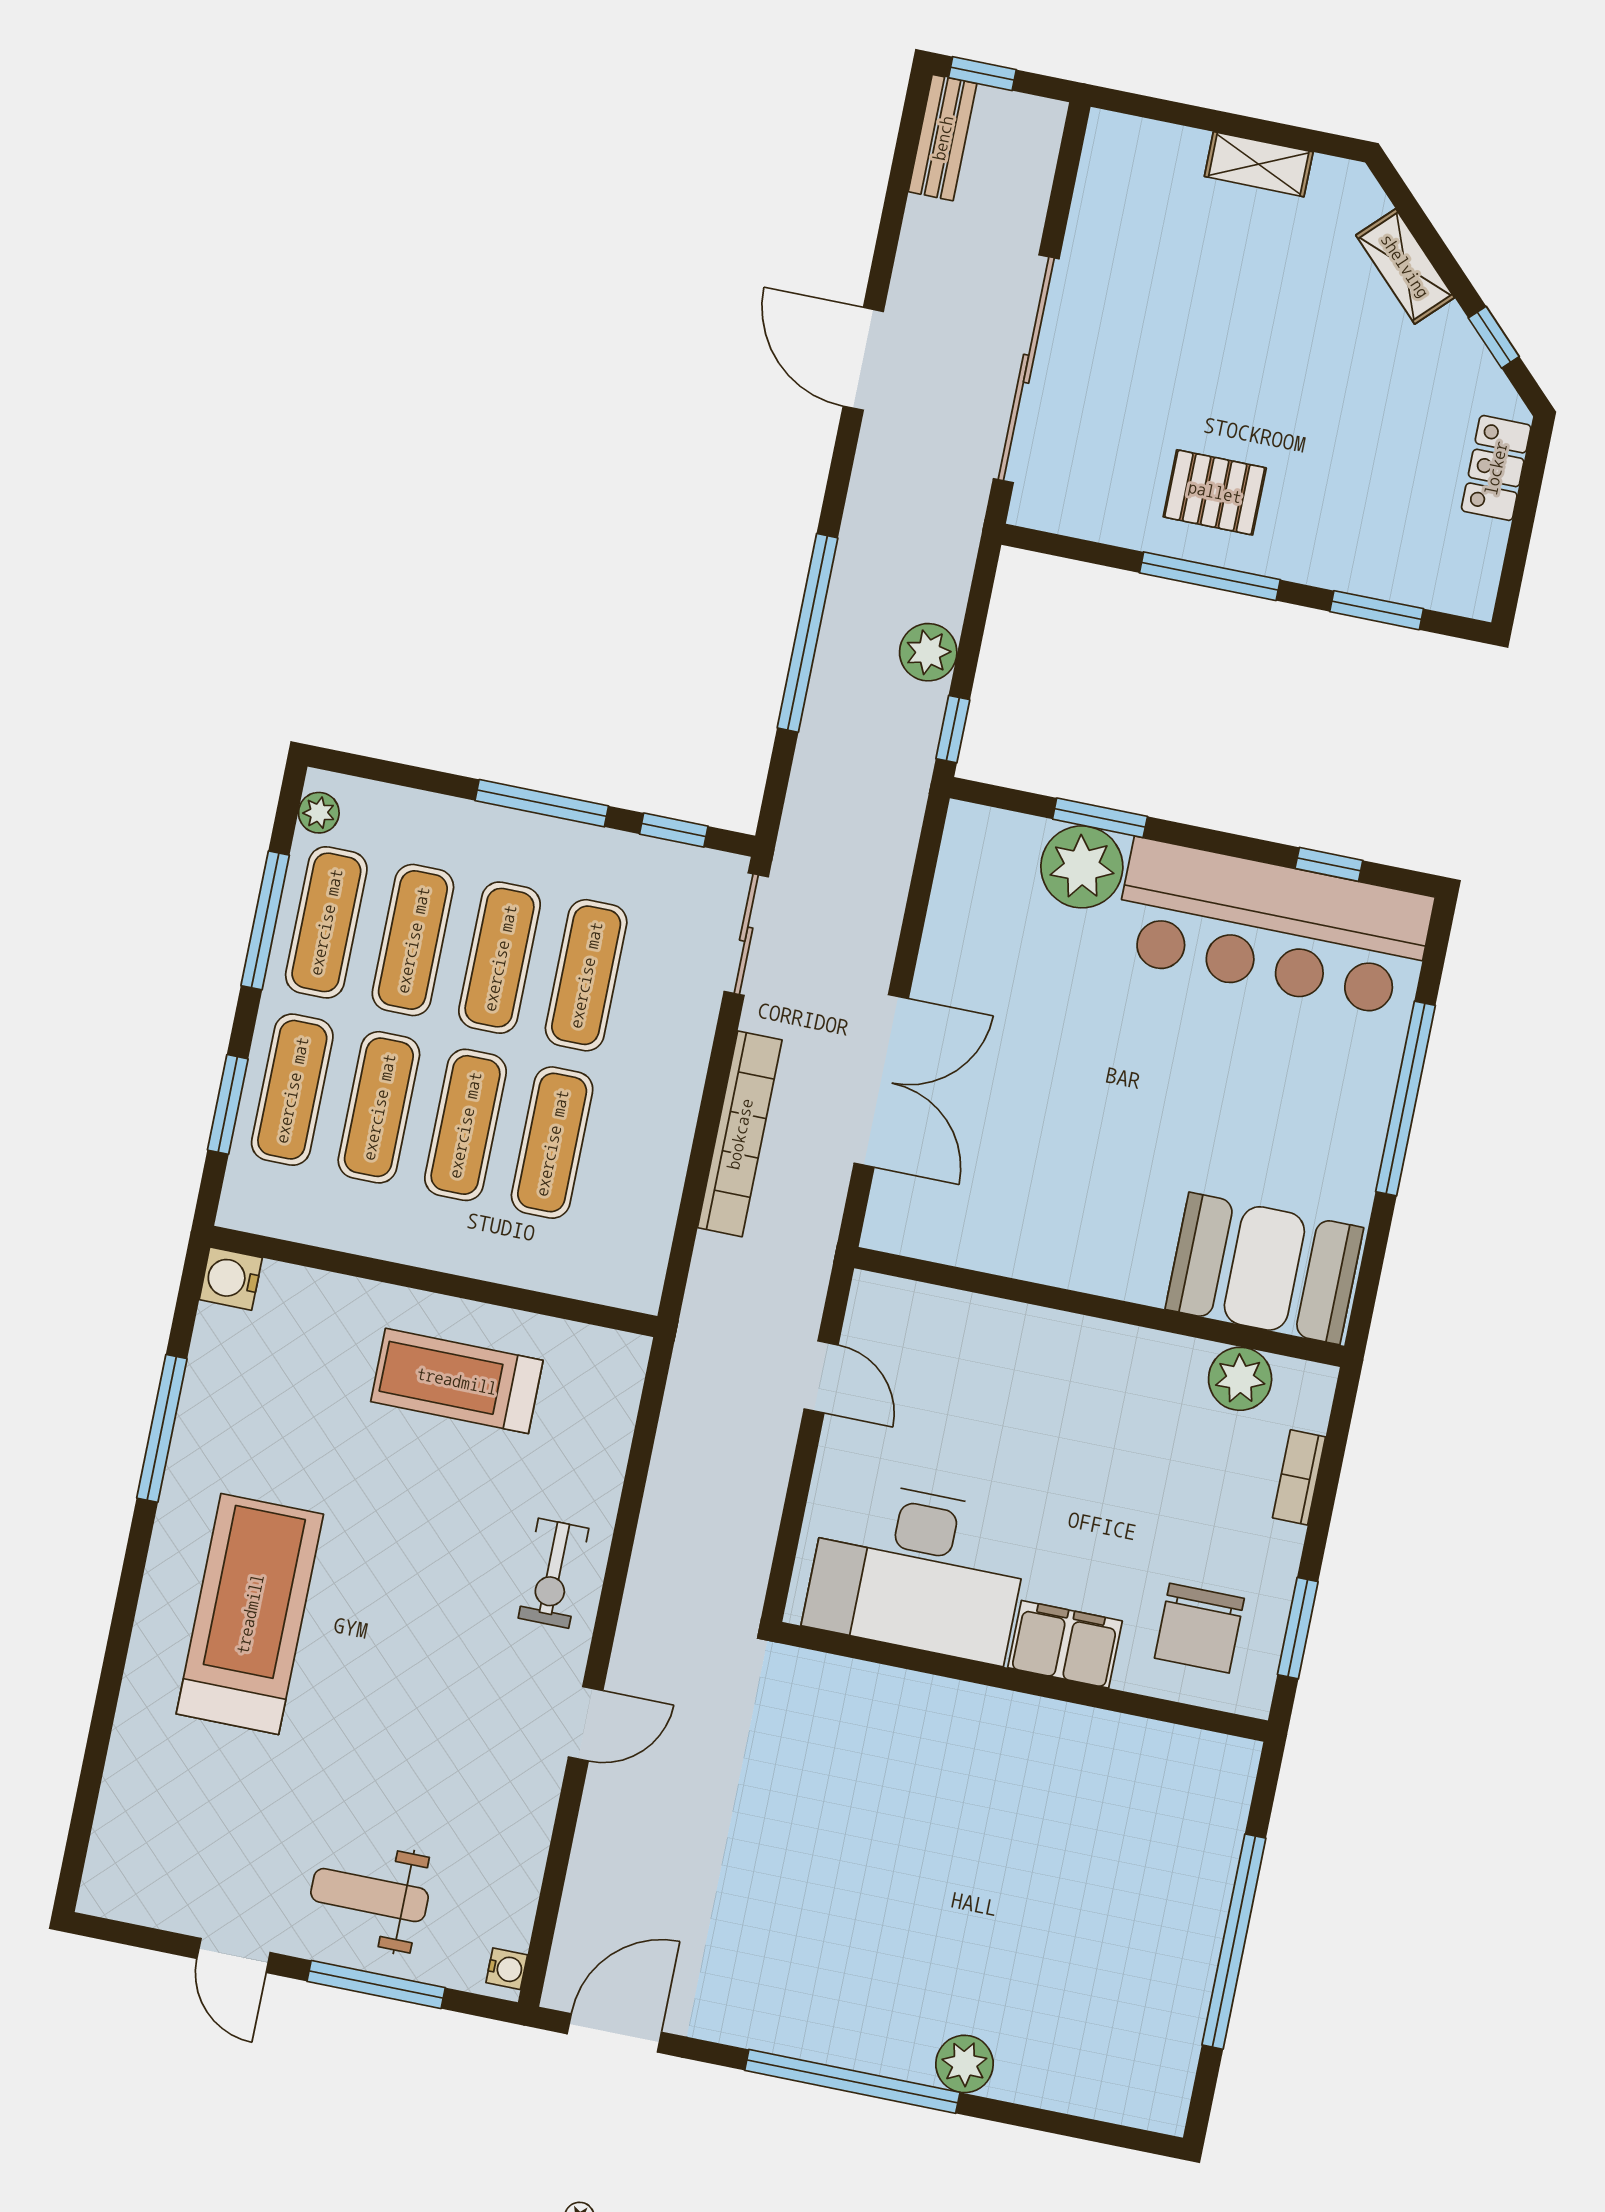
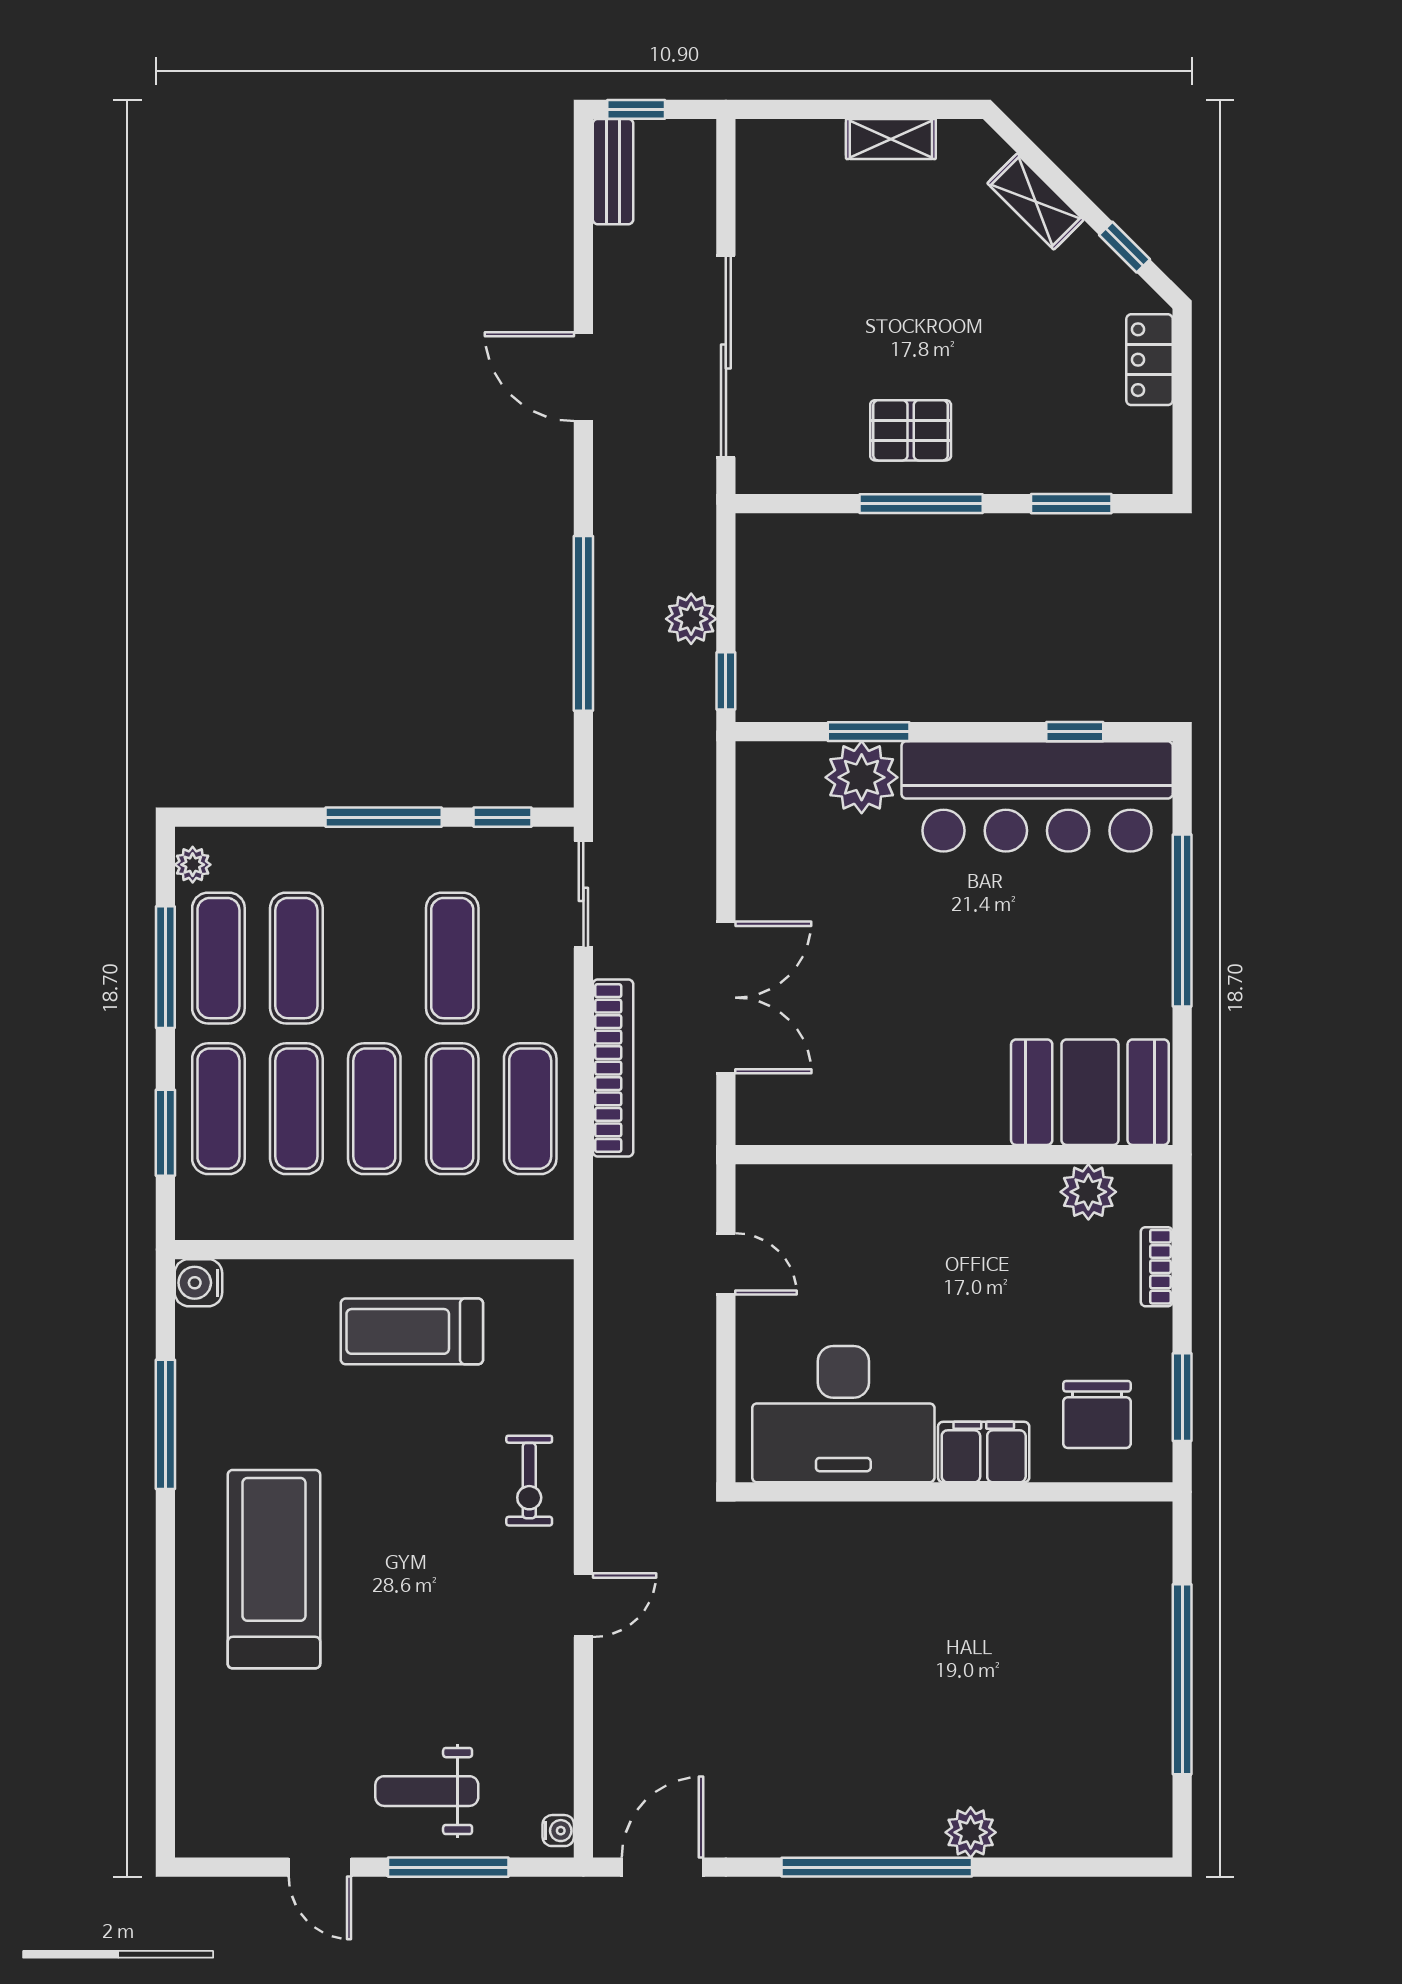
exercise mat: (500, 958) -> (530, 1109), moved

